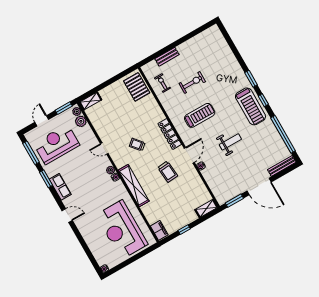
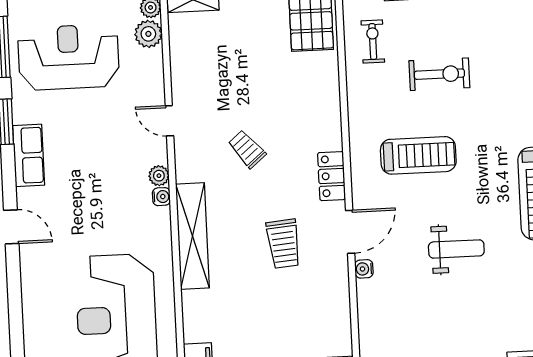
locker: (170, 134) -> (332, 176), width x0.66

